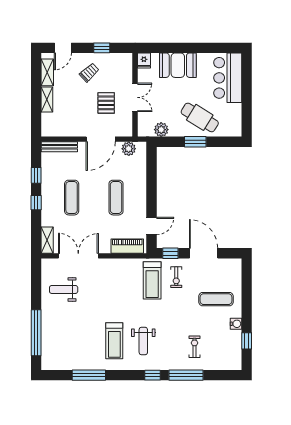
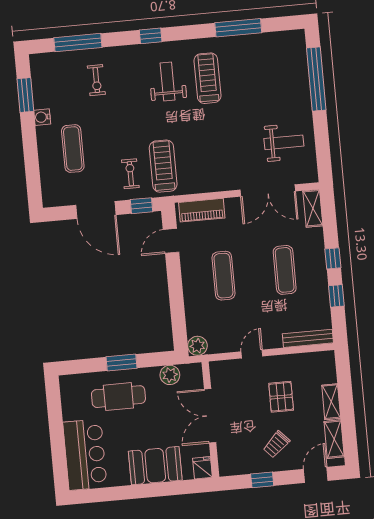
double door: (135, 97) -> (210, 416), width x1.37
pallet: (106, 103) -> (281, 397), moved
cafe table: (200, 117) -> (118, 397), turned -32
door: (101, 139) -> (252, 354), width x0.53
plant: (129, 149) -> (197, 346), moved
exercise mat: (216, 299) -> (73, 149), turned 90
window: (247, 341) -> (25, 95), width x1.50
window: (186, 375) -> (78, 43), moved

